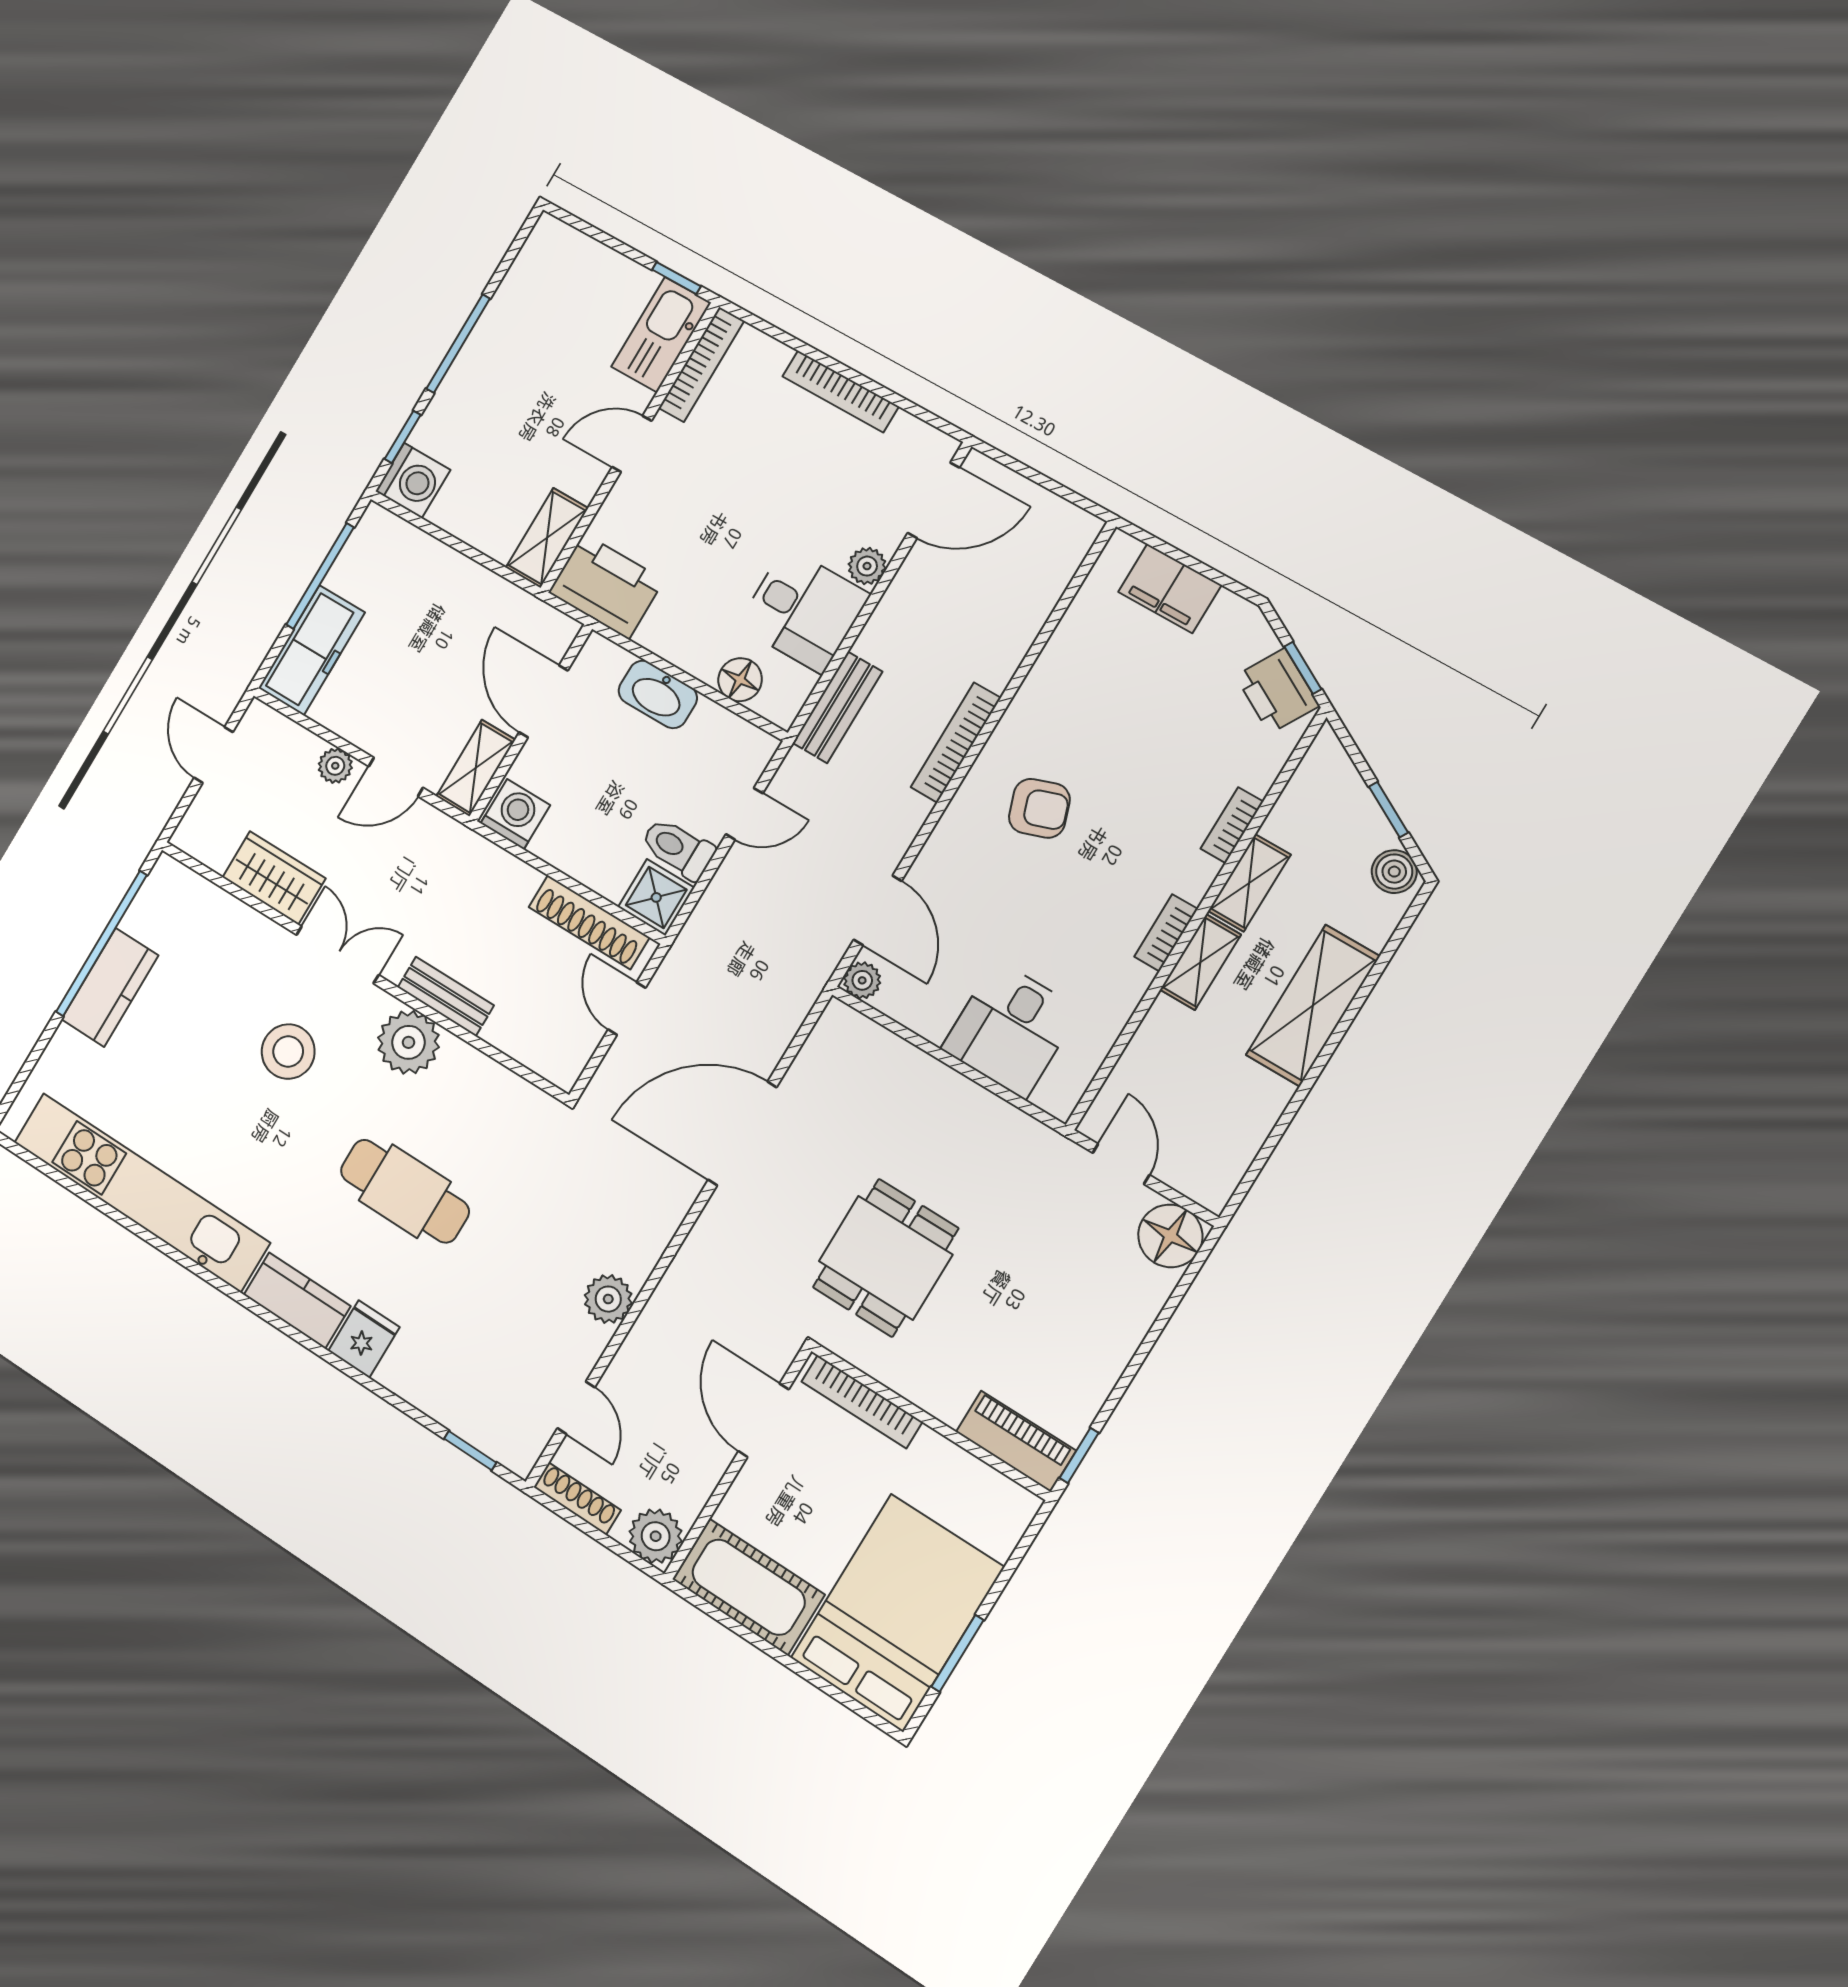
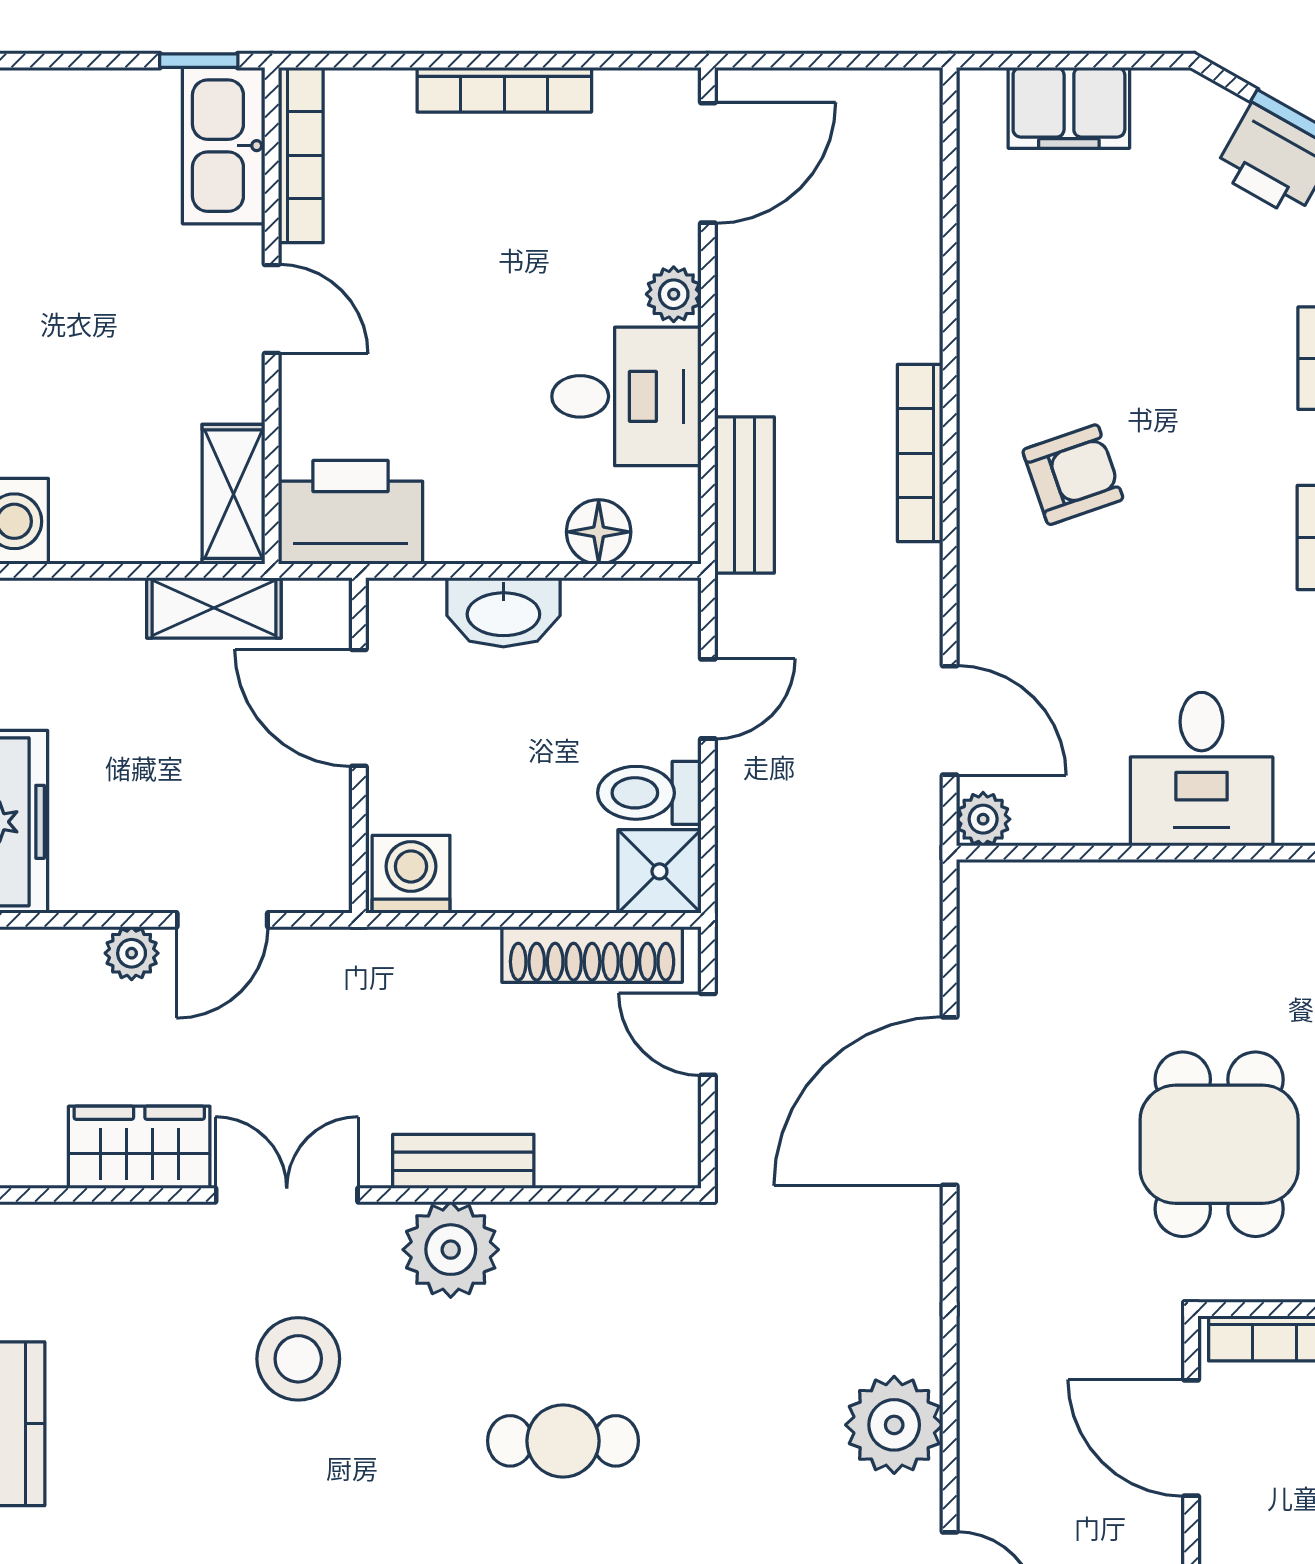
door: (632, 444) -> (272, 309), swing flipped
shelving: (476, 768) -> (214, 608), moved, turned 90
cafe table: (405, 1191) -> (563, 1441), width x0.73, depth x0.74
plant: (608, 1299) -> (894, 1425), width x1.36, depth x1.36

